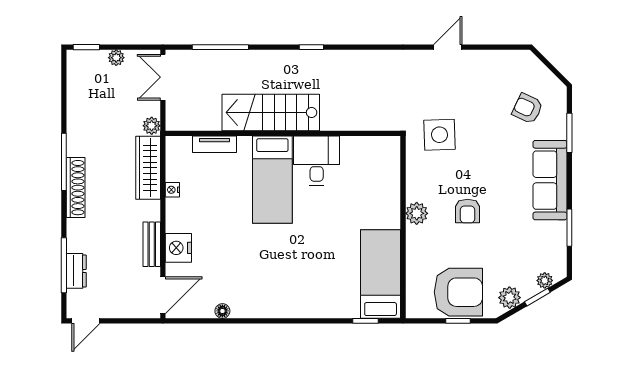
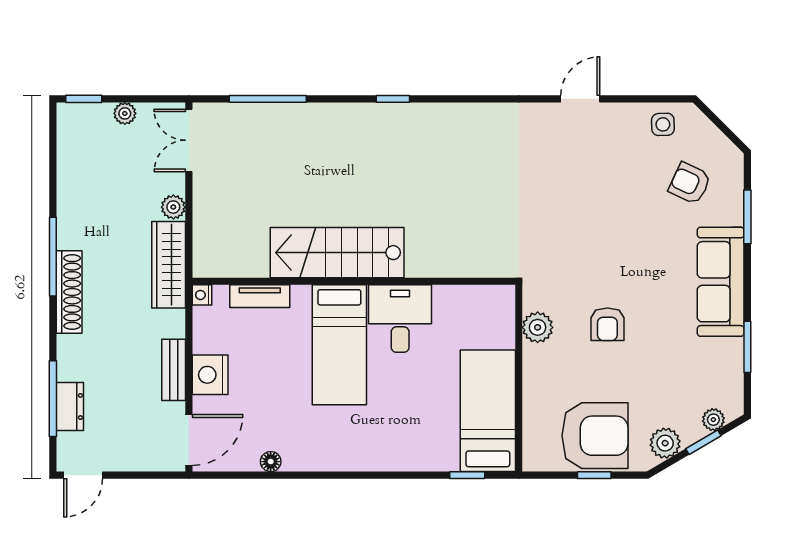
stairs: (271, 113) -> (337, 253), moved
wall: (283, 133) -> (354, 281), moved
side table: (440, 135) -> (663, 124), moved, width x0.54, depth x0.54
tv unit: (214, 144) -> (260, 296), moved
desk: (317, 161) -> (400, 319), moved
bed: (272, 180) -> (339, 345), moved

